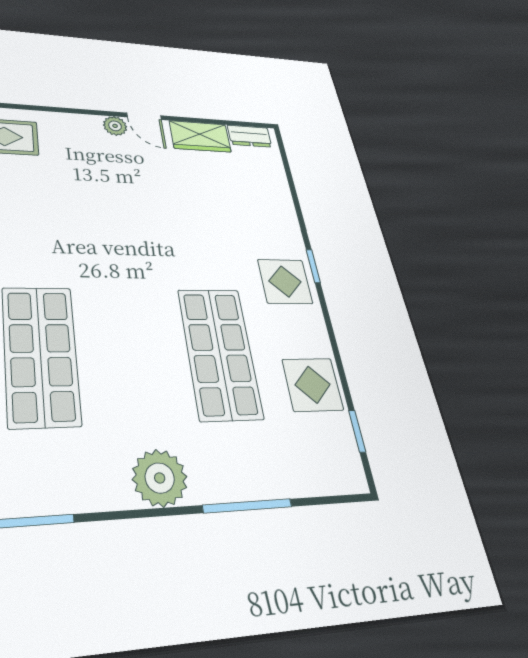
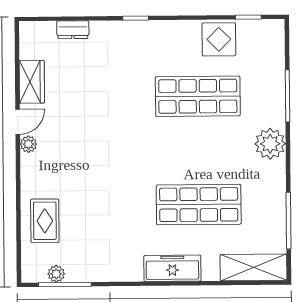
dresser: (250, 136) -> (73, 30), moved, turned 90
display table: (285, 281) -> (148, 42), removed

